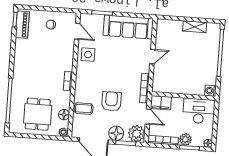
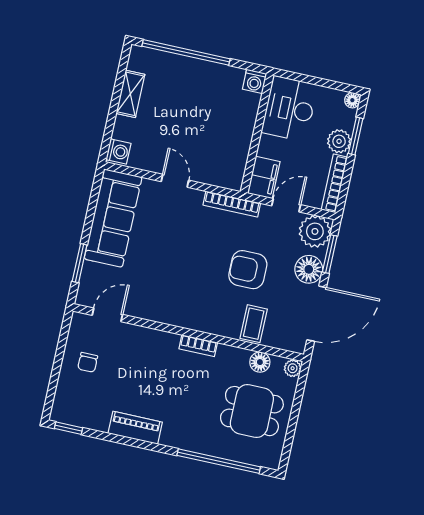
piano: (22, 25) -> (135, 428), moved
washing machine: (163, 25) -> (118, 151), added
side table: (88, 55) -> (154, 301), removed

